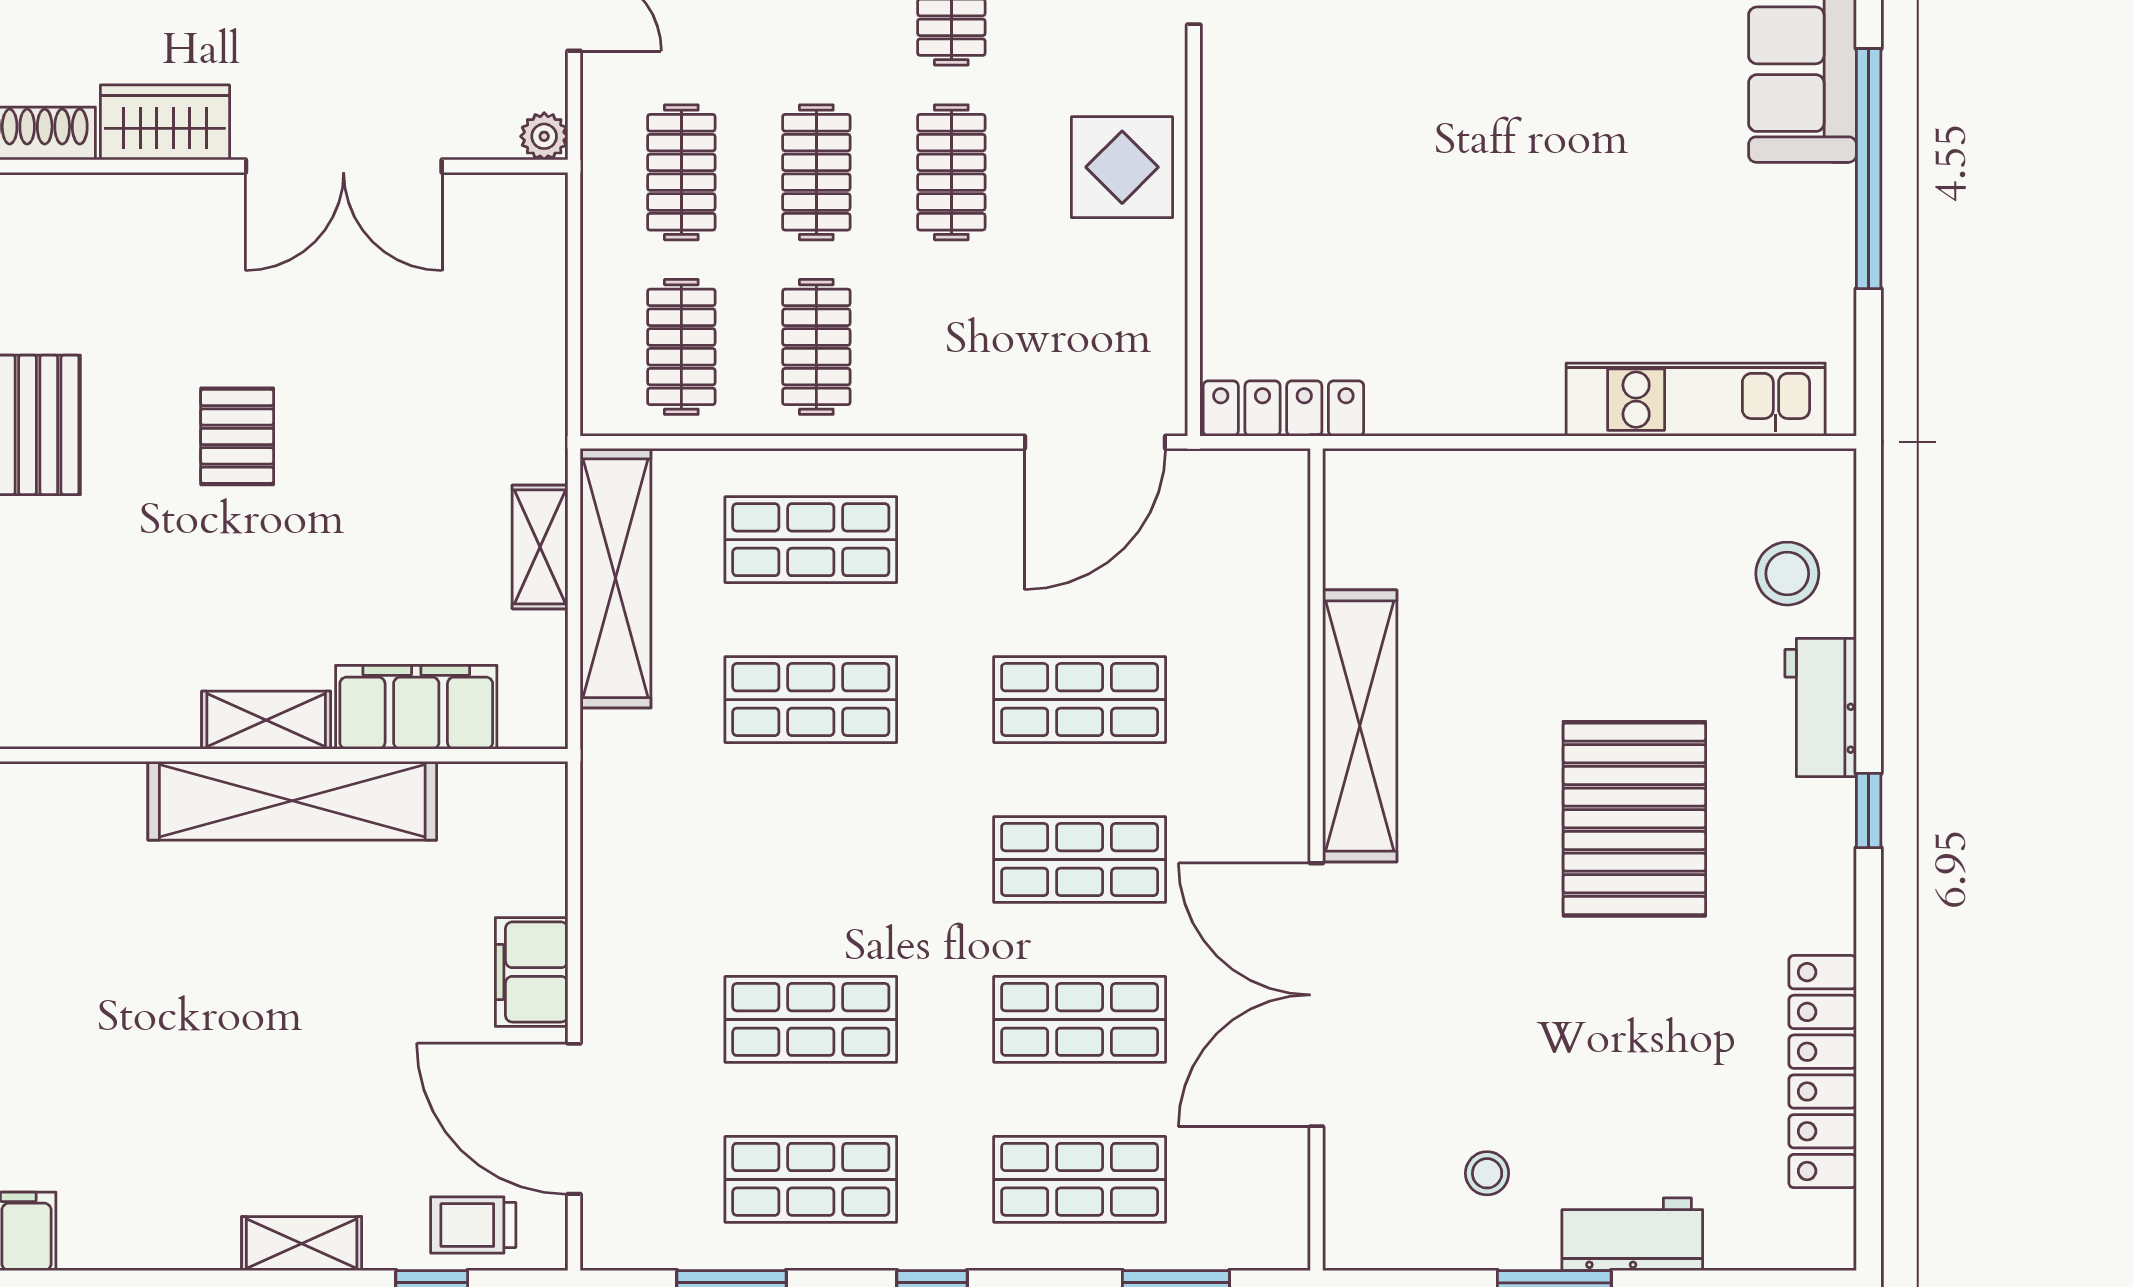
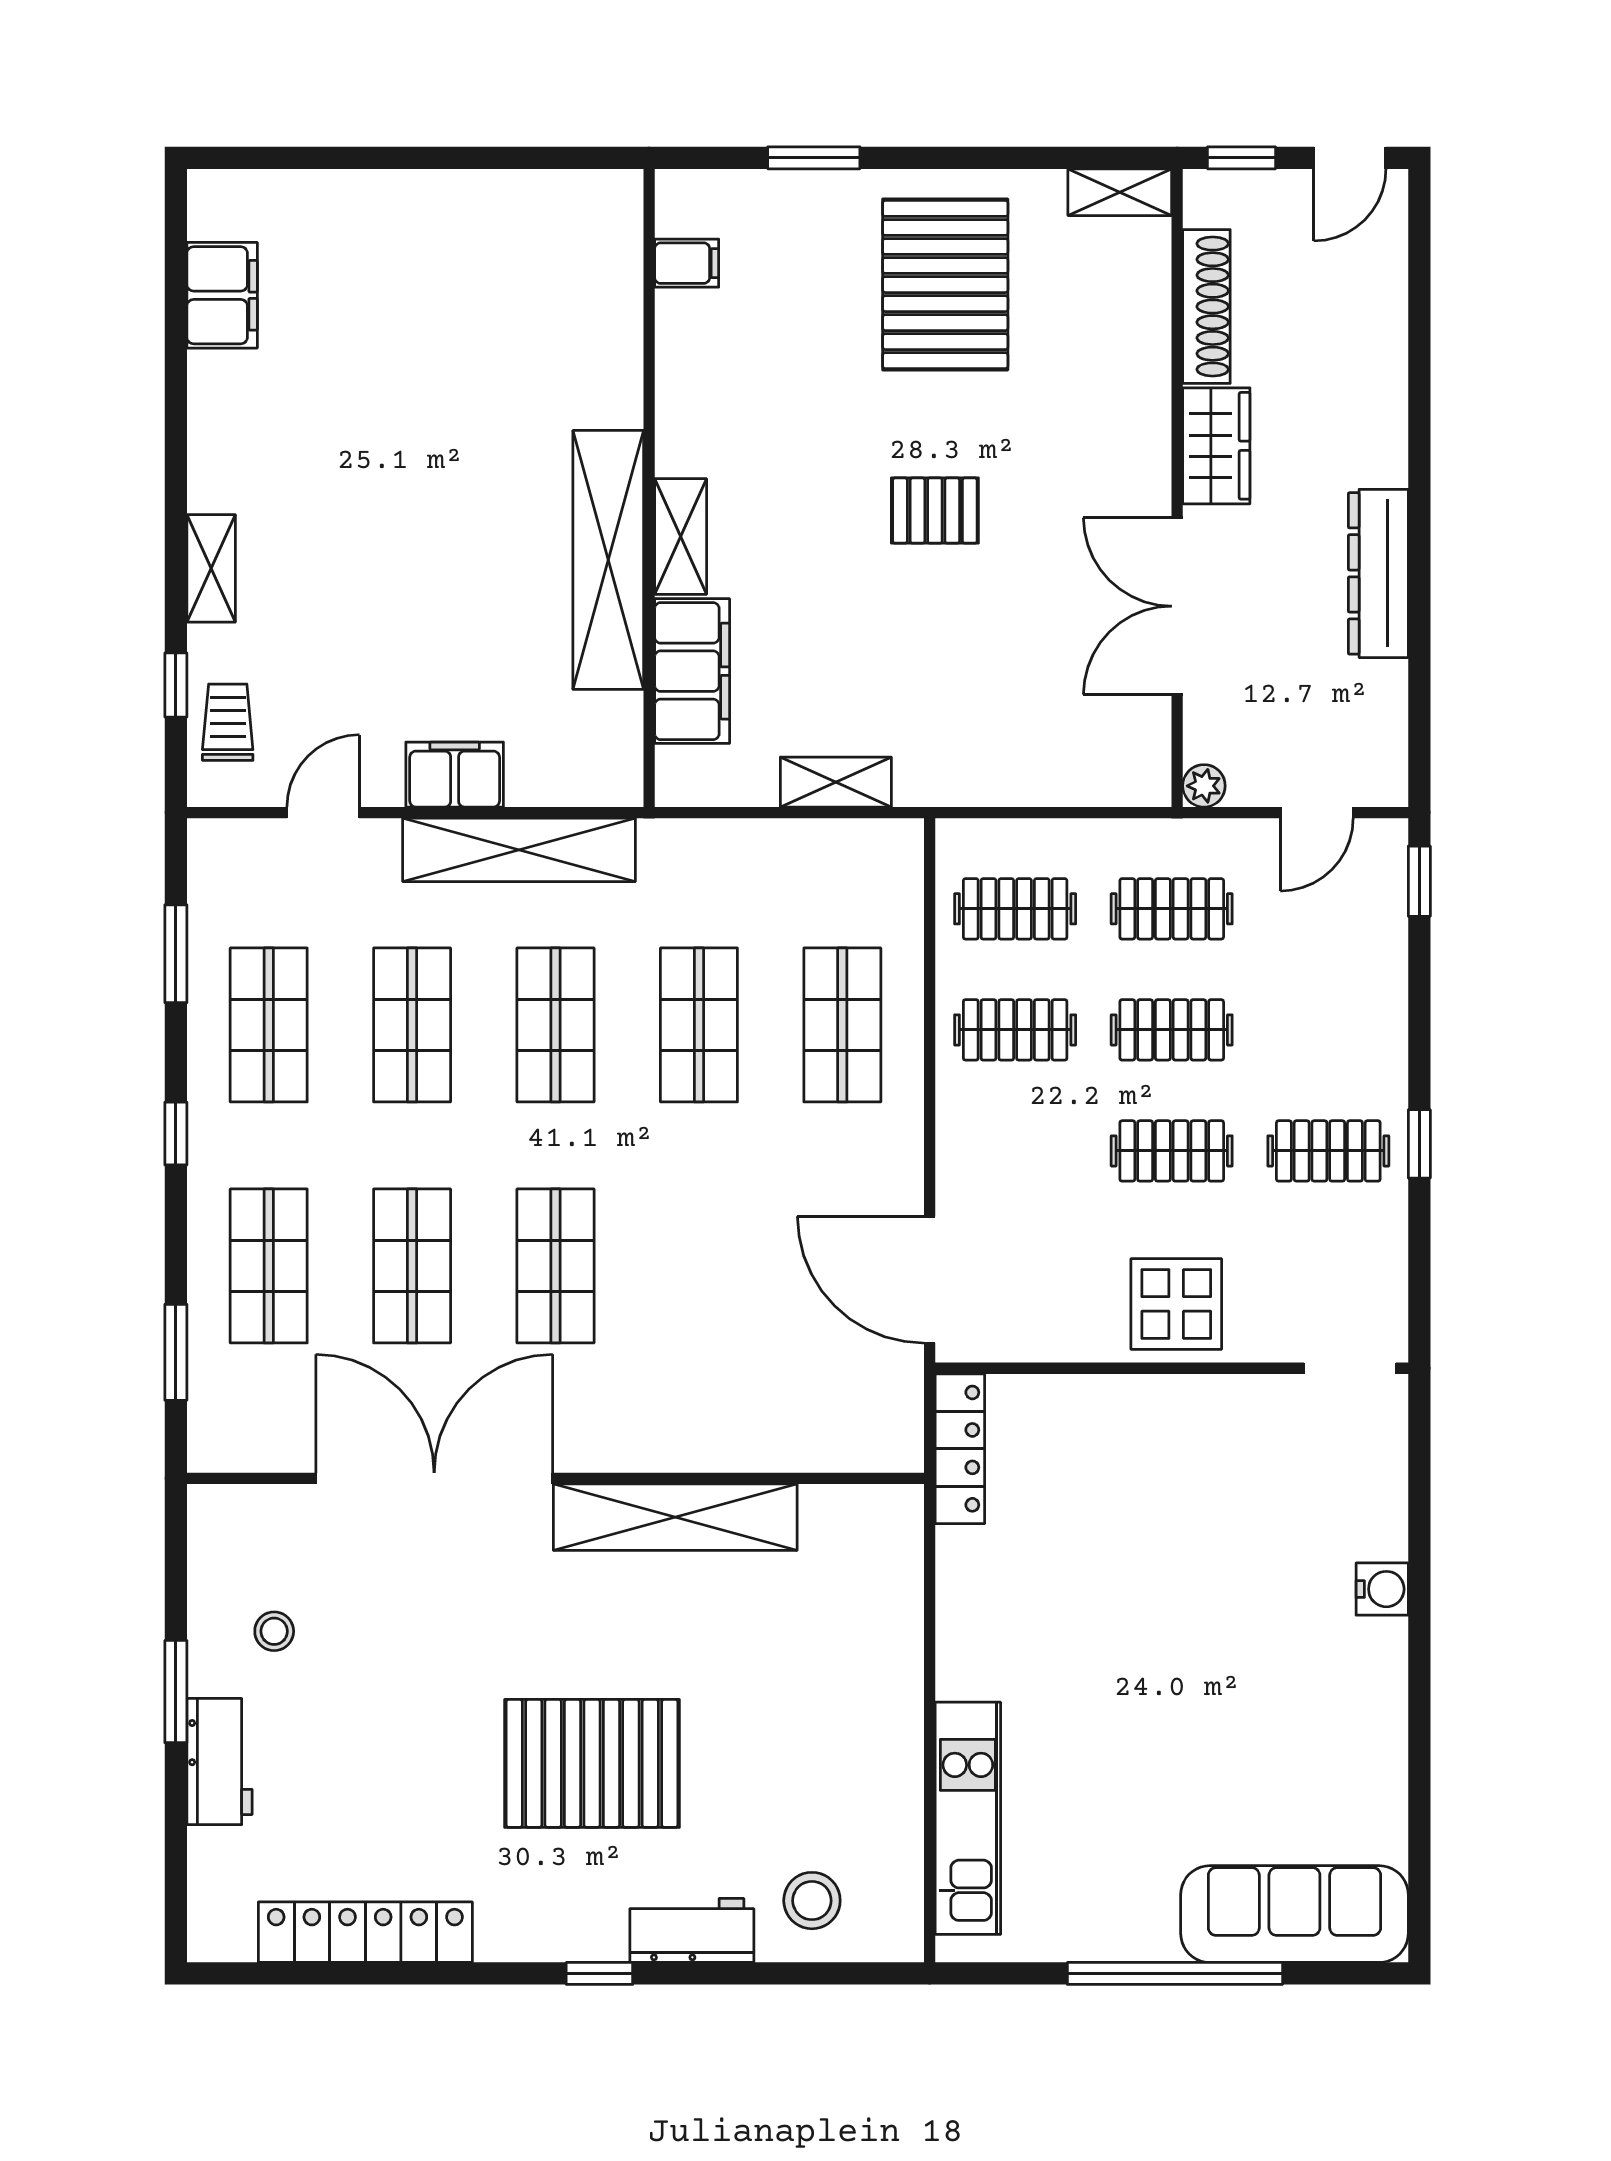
shelving: (616, 578) -> (519, 850), moved
shop shelf: (1080, 700) -> (556, 1025), moved
door: (574, 1119) -> (323, 813), width x0.53

